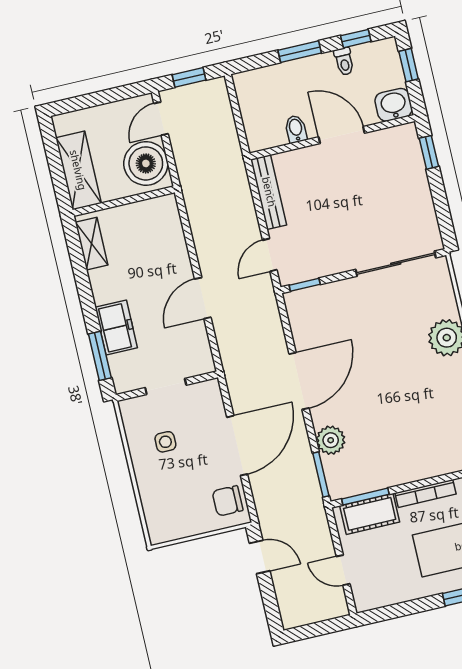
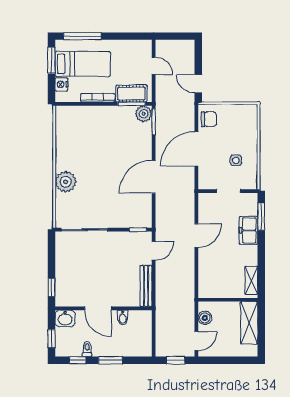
boiler: (146, 163) -> (205, 318), width x0.54, depth x0.54
plant: (331, 440) -> (144, 114), moved

